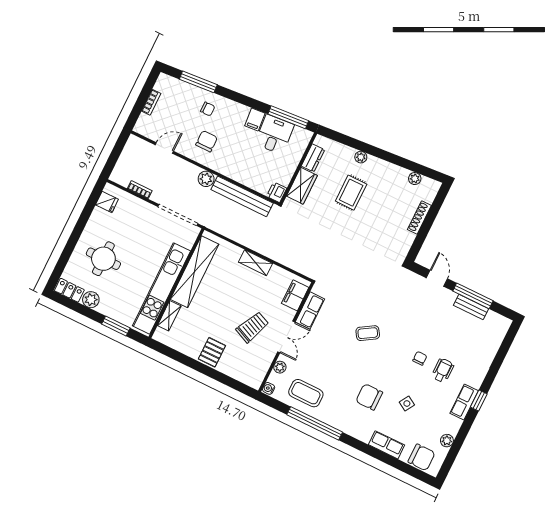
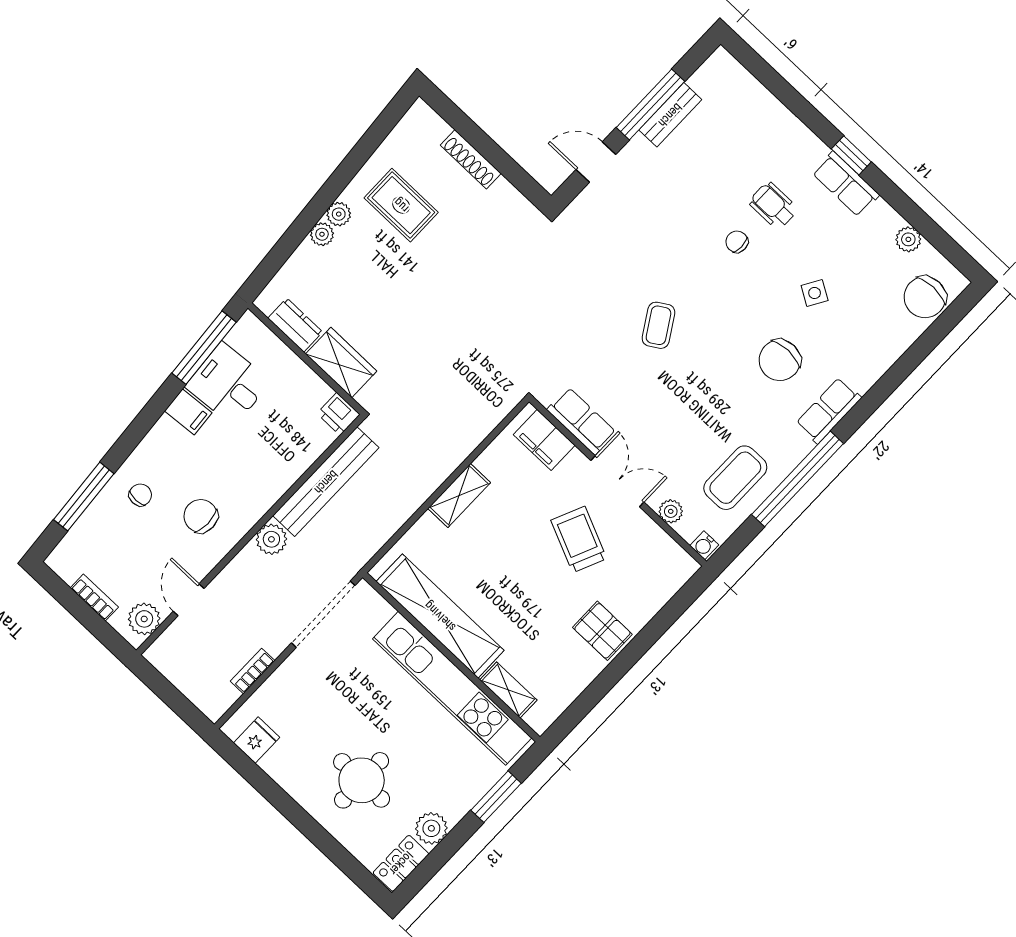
plant: (148, 130) -> (144, 619), added
plant: (415, 179) -> (339, 214), moved
rug: (351, 193) -> (401, 205), moved
row of seats: (387, 445) -> (829, 411), moved
chair: (422, 457) -> (925, 297), turned 180

